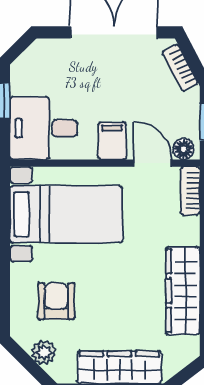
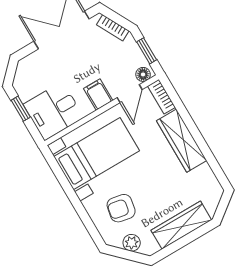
door: (152, 163) -> (130, 94), swing flipped
wardrobe: (183, 291) -> (182, 141), moved
armchair: (56, 301) -> (121, 208), turned -79

